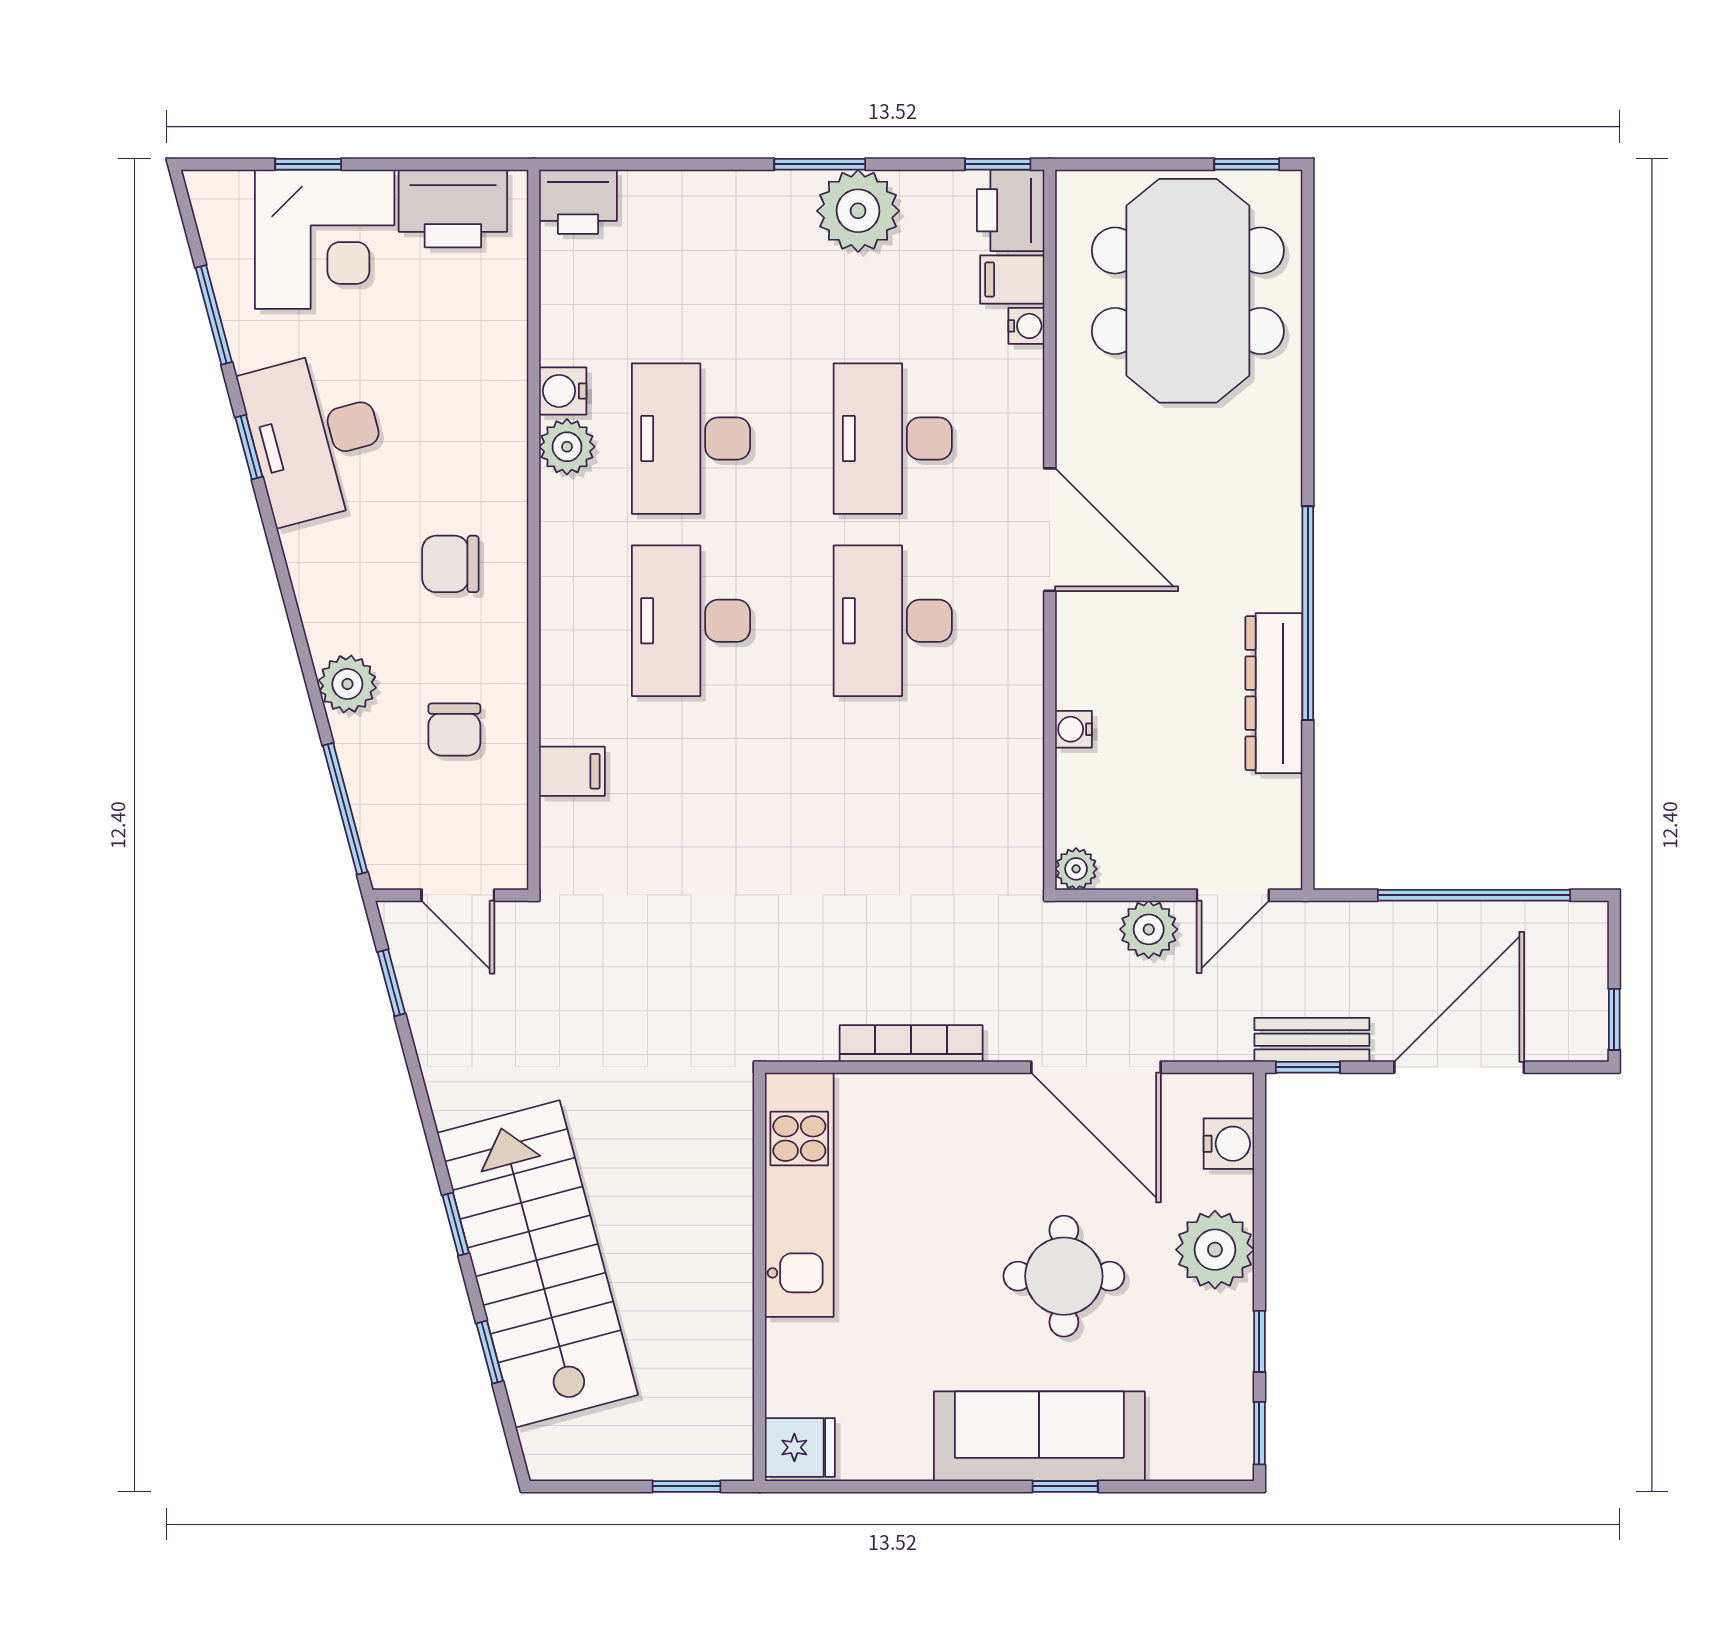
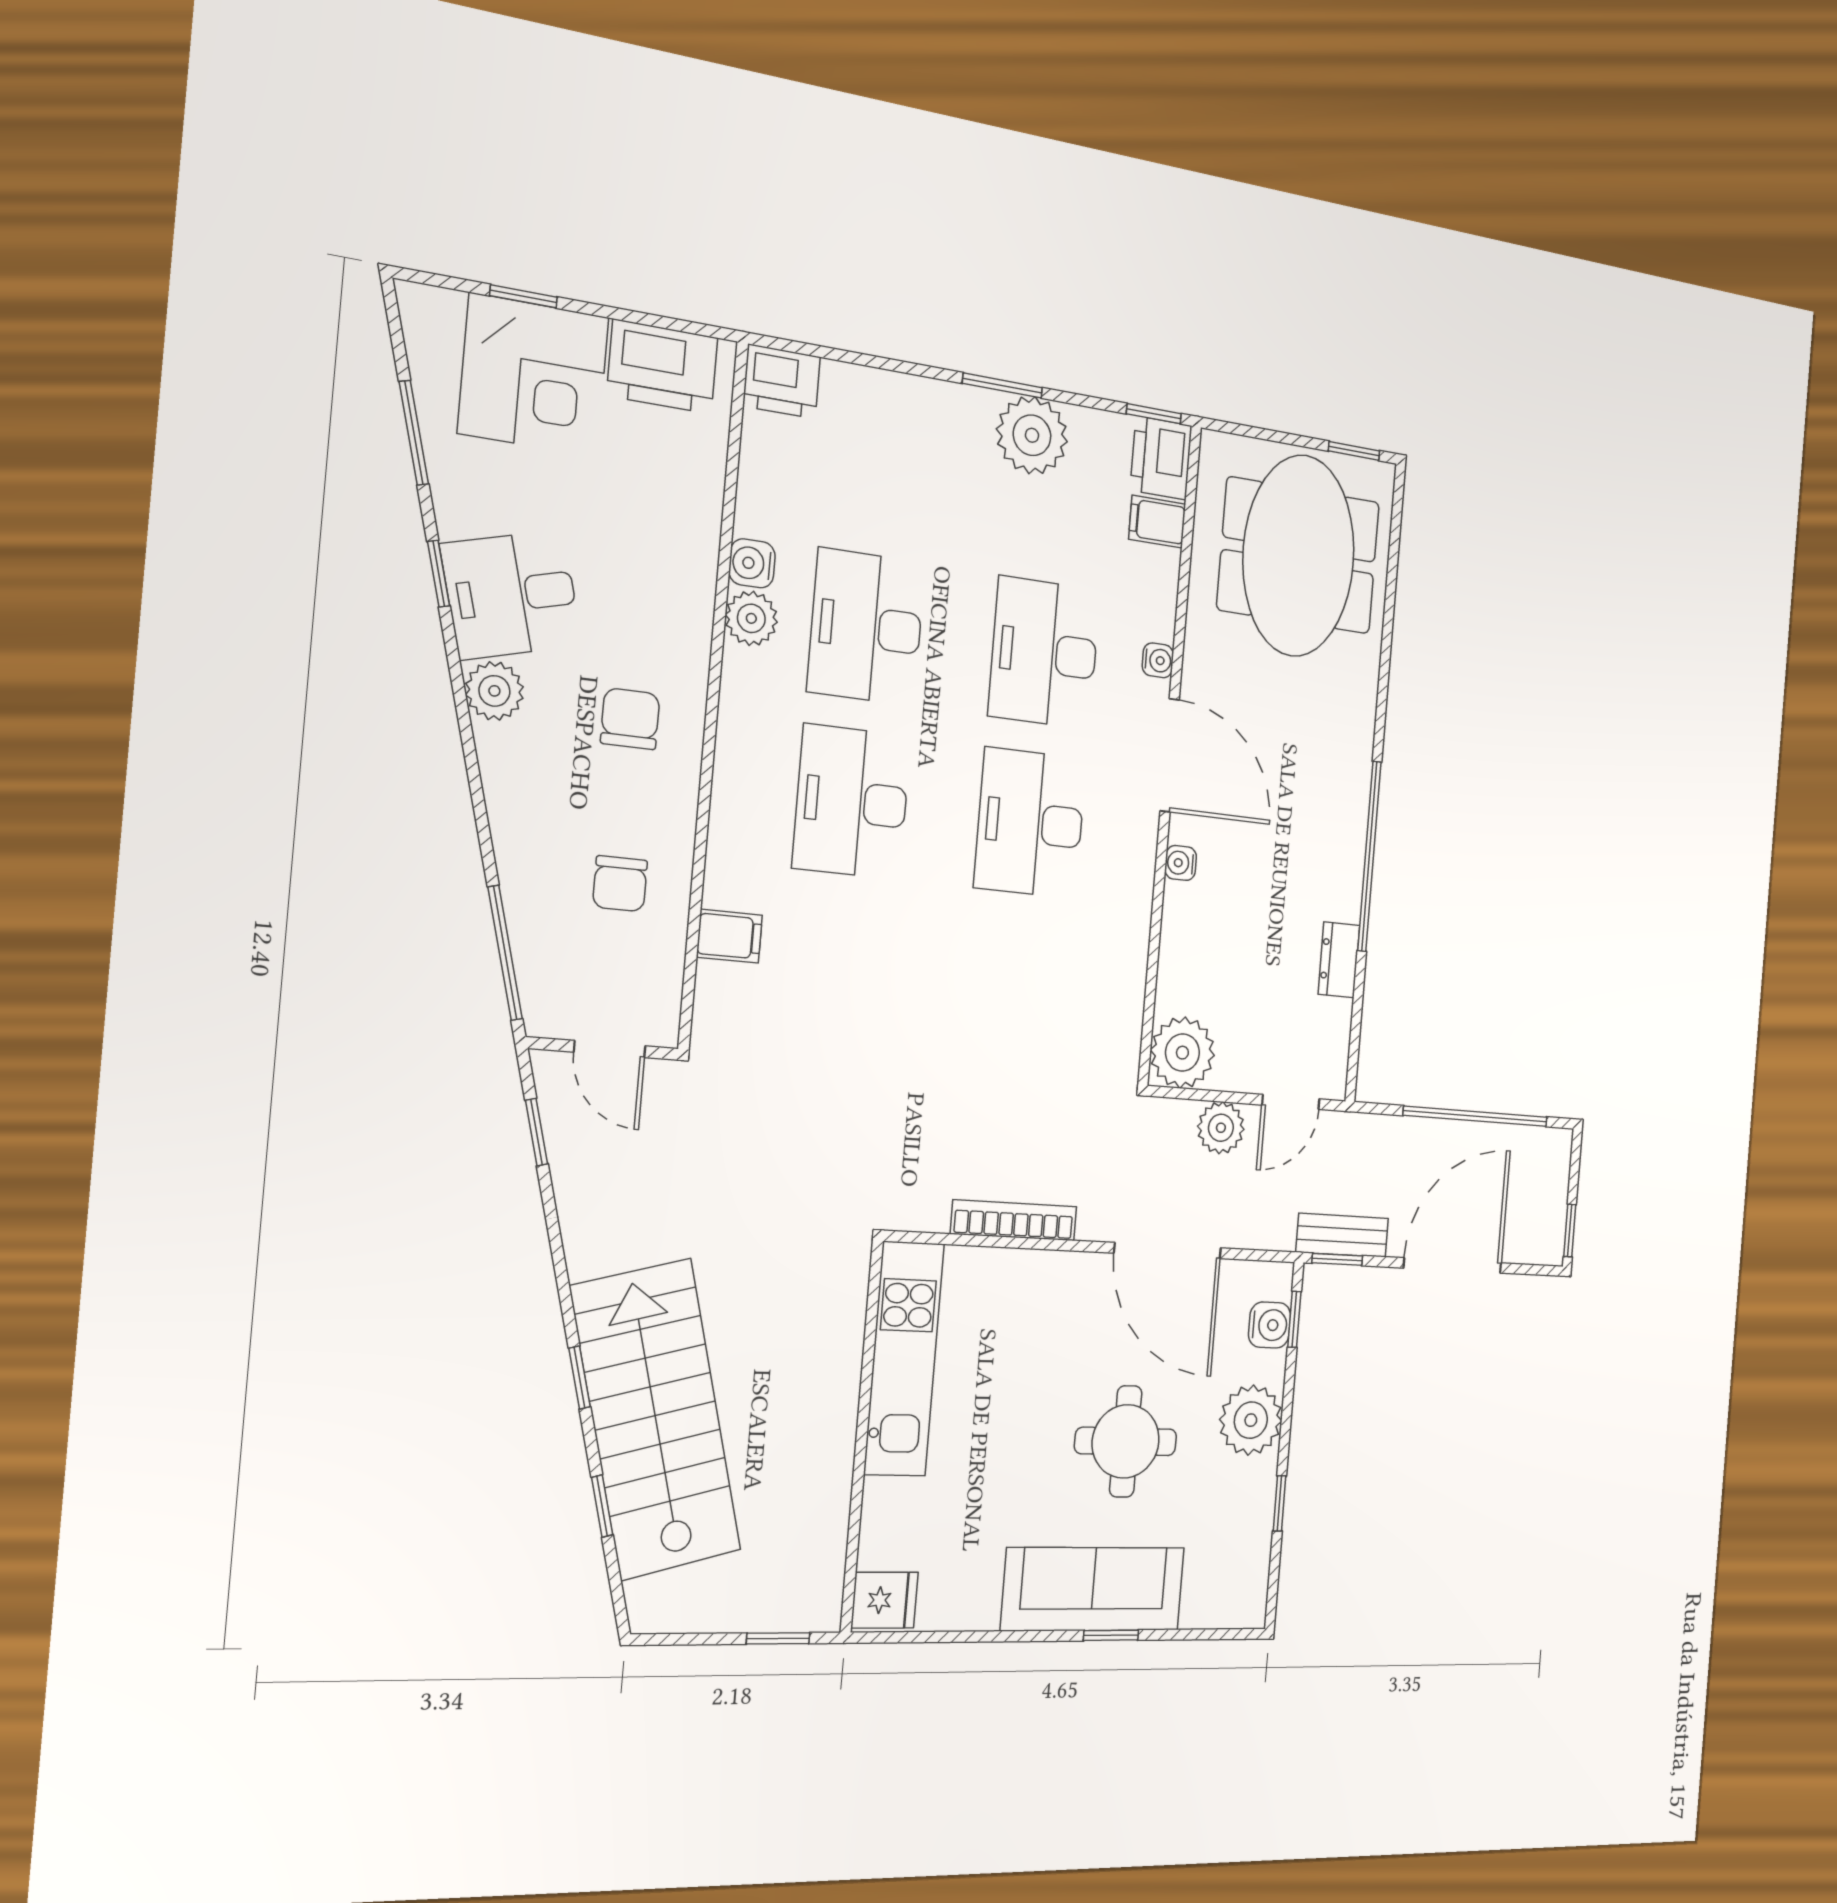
water cooler: (1026, 326) -> (1158, 660), moved
desk: (316, 437) -> (511, 595), width x0.73
chair: (450, 564) -> (630, 719), turned 90
plant: (347, 684) -> (494, 691), moved
dresser: (1274, 693) -> (1339, 960), width x0.51, depth x0.80
water cooler: (1074, 729) -> (1181, 863), moved
plant: (1076, 869) -> (1182, 1053), width x1.88, depth x1.88
window: (1259, 1433) -> (1294, 1319), moved

